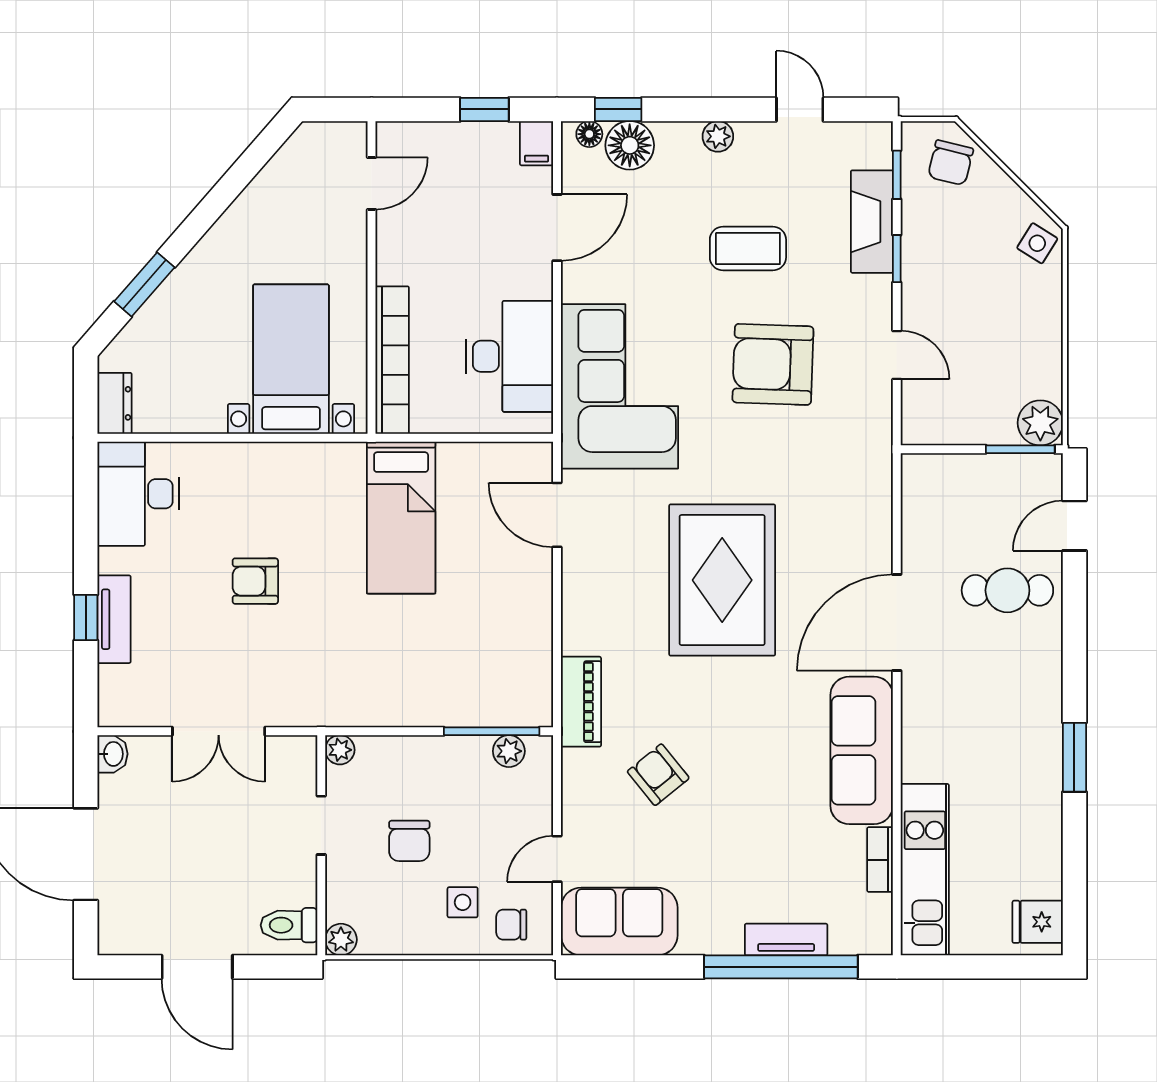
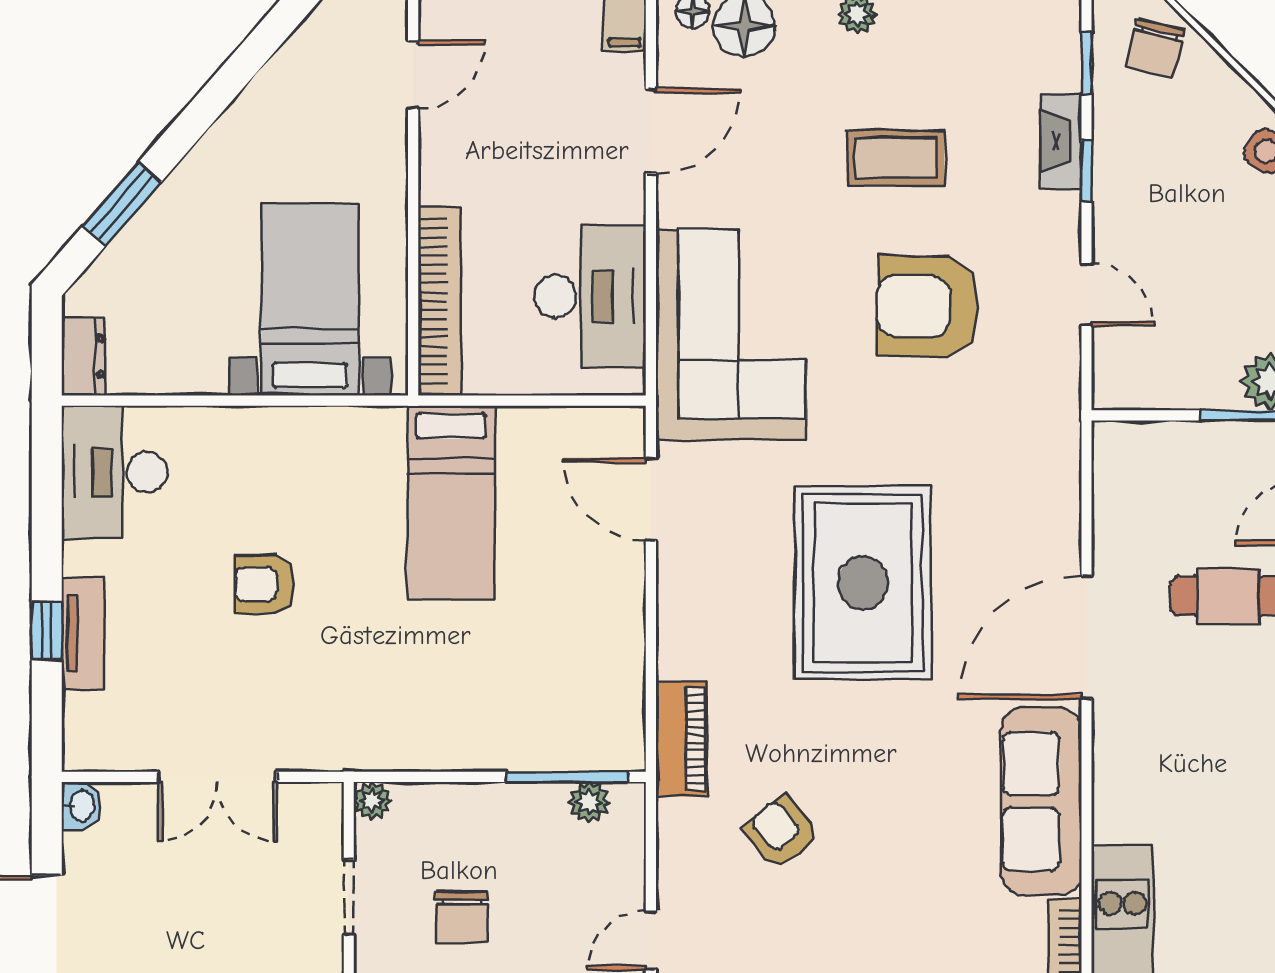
fireplace: (872, 222) -> (1061, 141), width x0.73, depth x0.76

